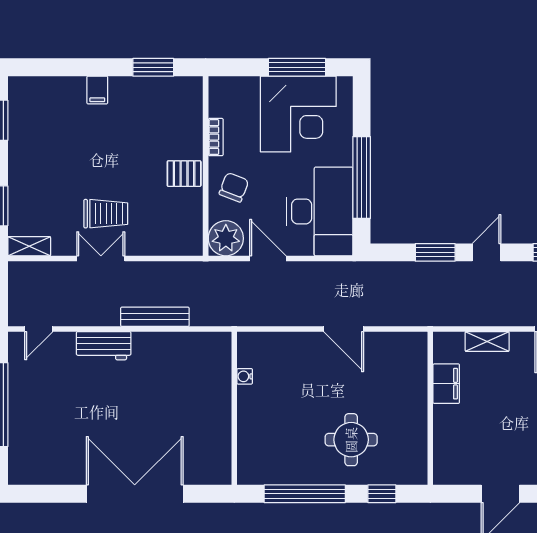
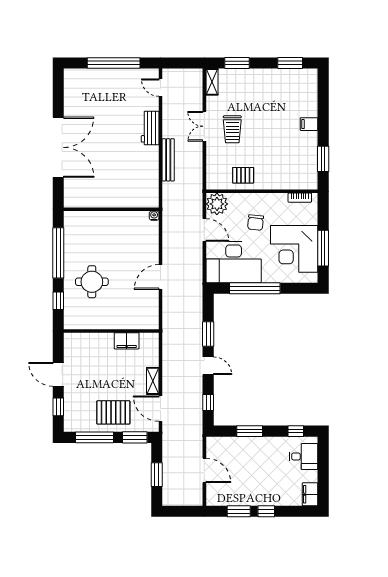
bookcase: (216, 137) -> (300, 198), moved
pallet: (184, 174) -> (243, 175), moved, turned 90
chair: (234, 187) -> (255, 223), moved, turned 75
double door: (101, 258) -> (204, 126), swing flipped
door: (268, 258) -> (204, 230), hinge flipped
shelving: (487, 342) -> (153, 381), moved
water cooler: (245, 376) -> (154, 216), moved

